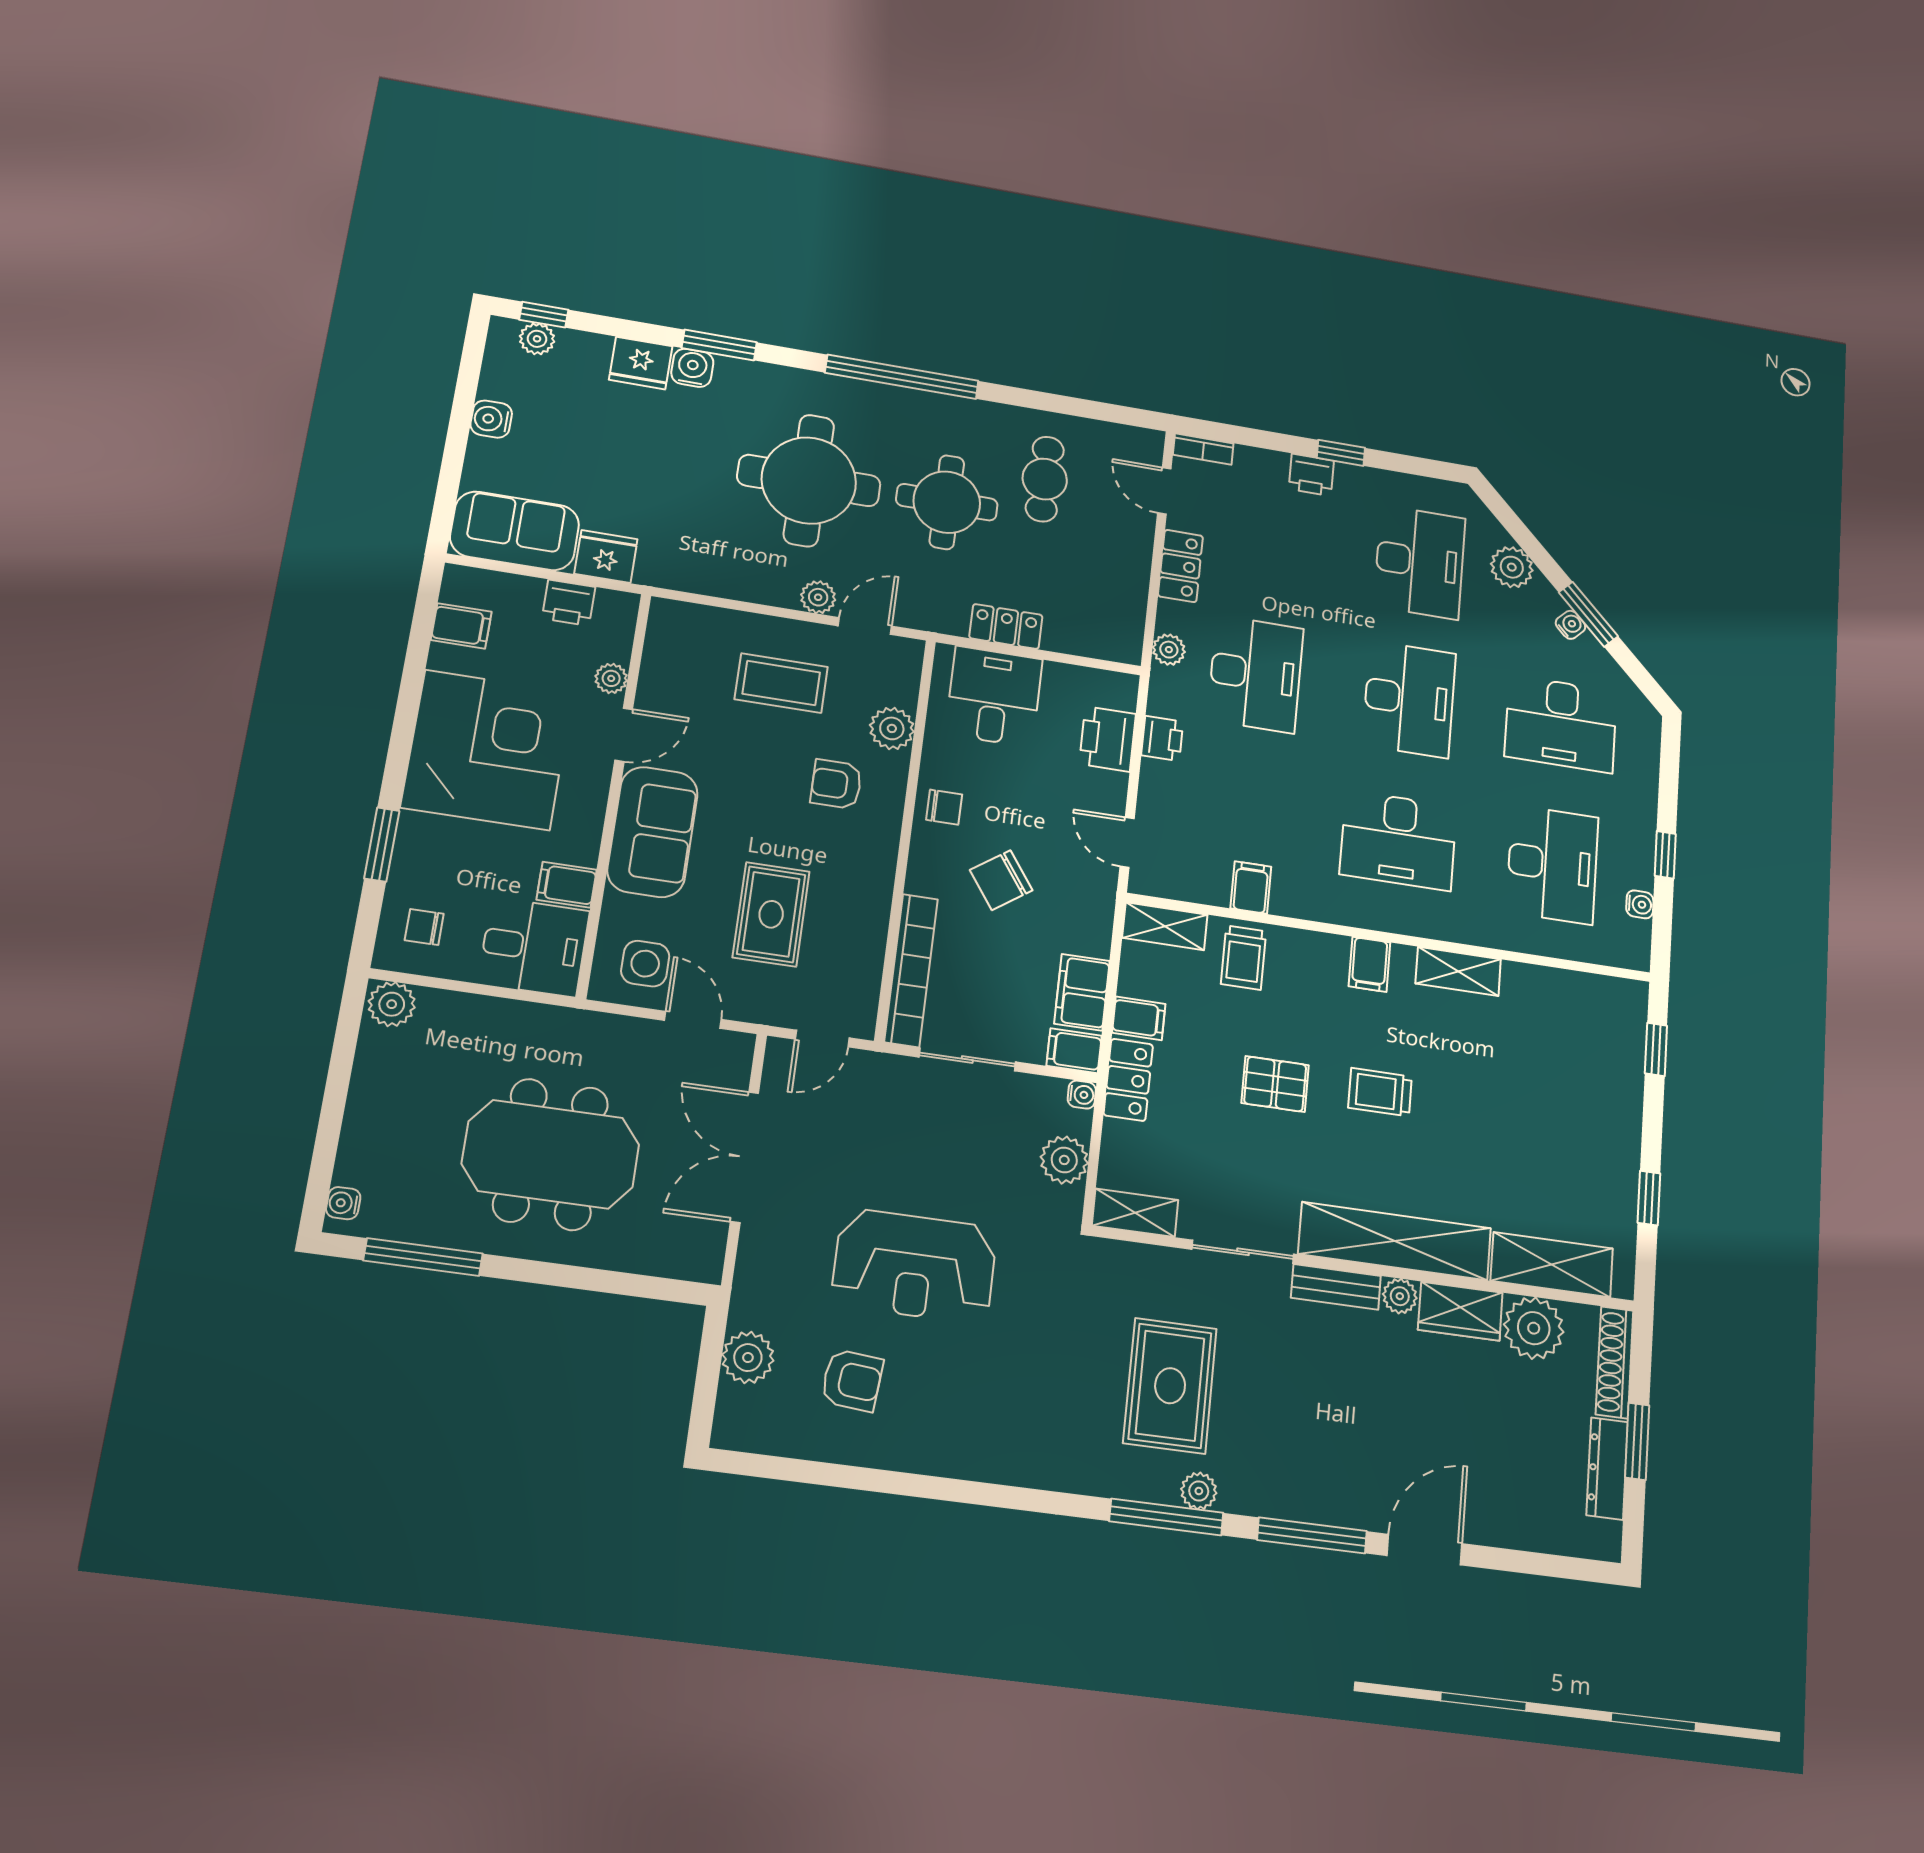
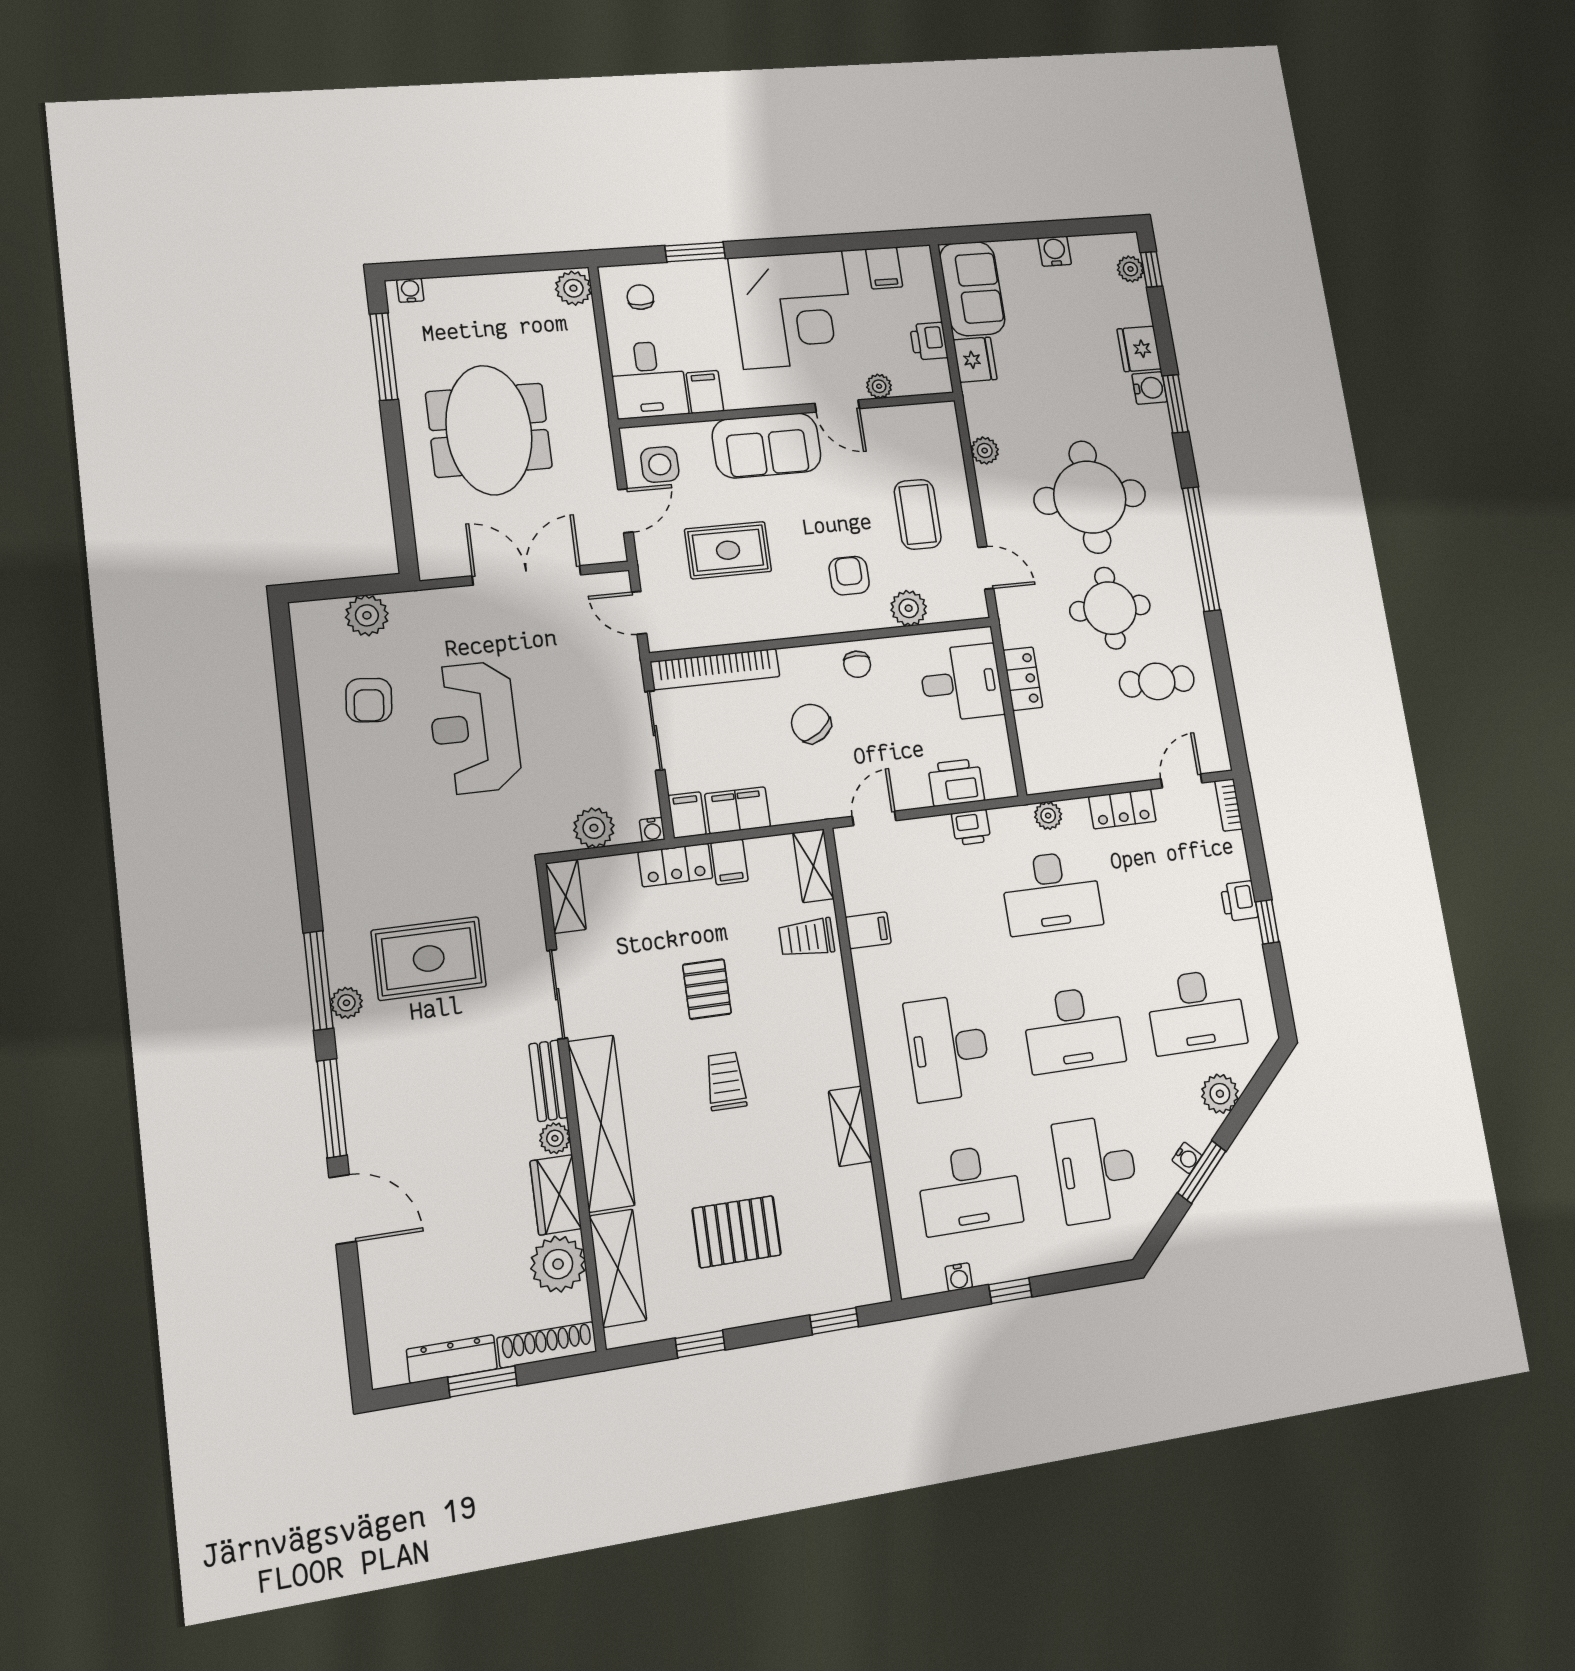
plant: (818, 597) -> (985, 451), moved
filing cabinet: (1369, 964) -> (833, 1047), removed
pallet: (1542, 1126) -> (737, 1232), added

